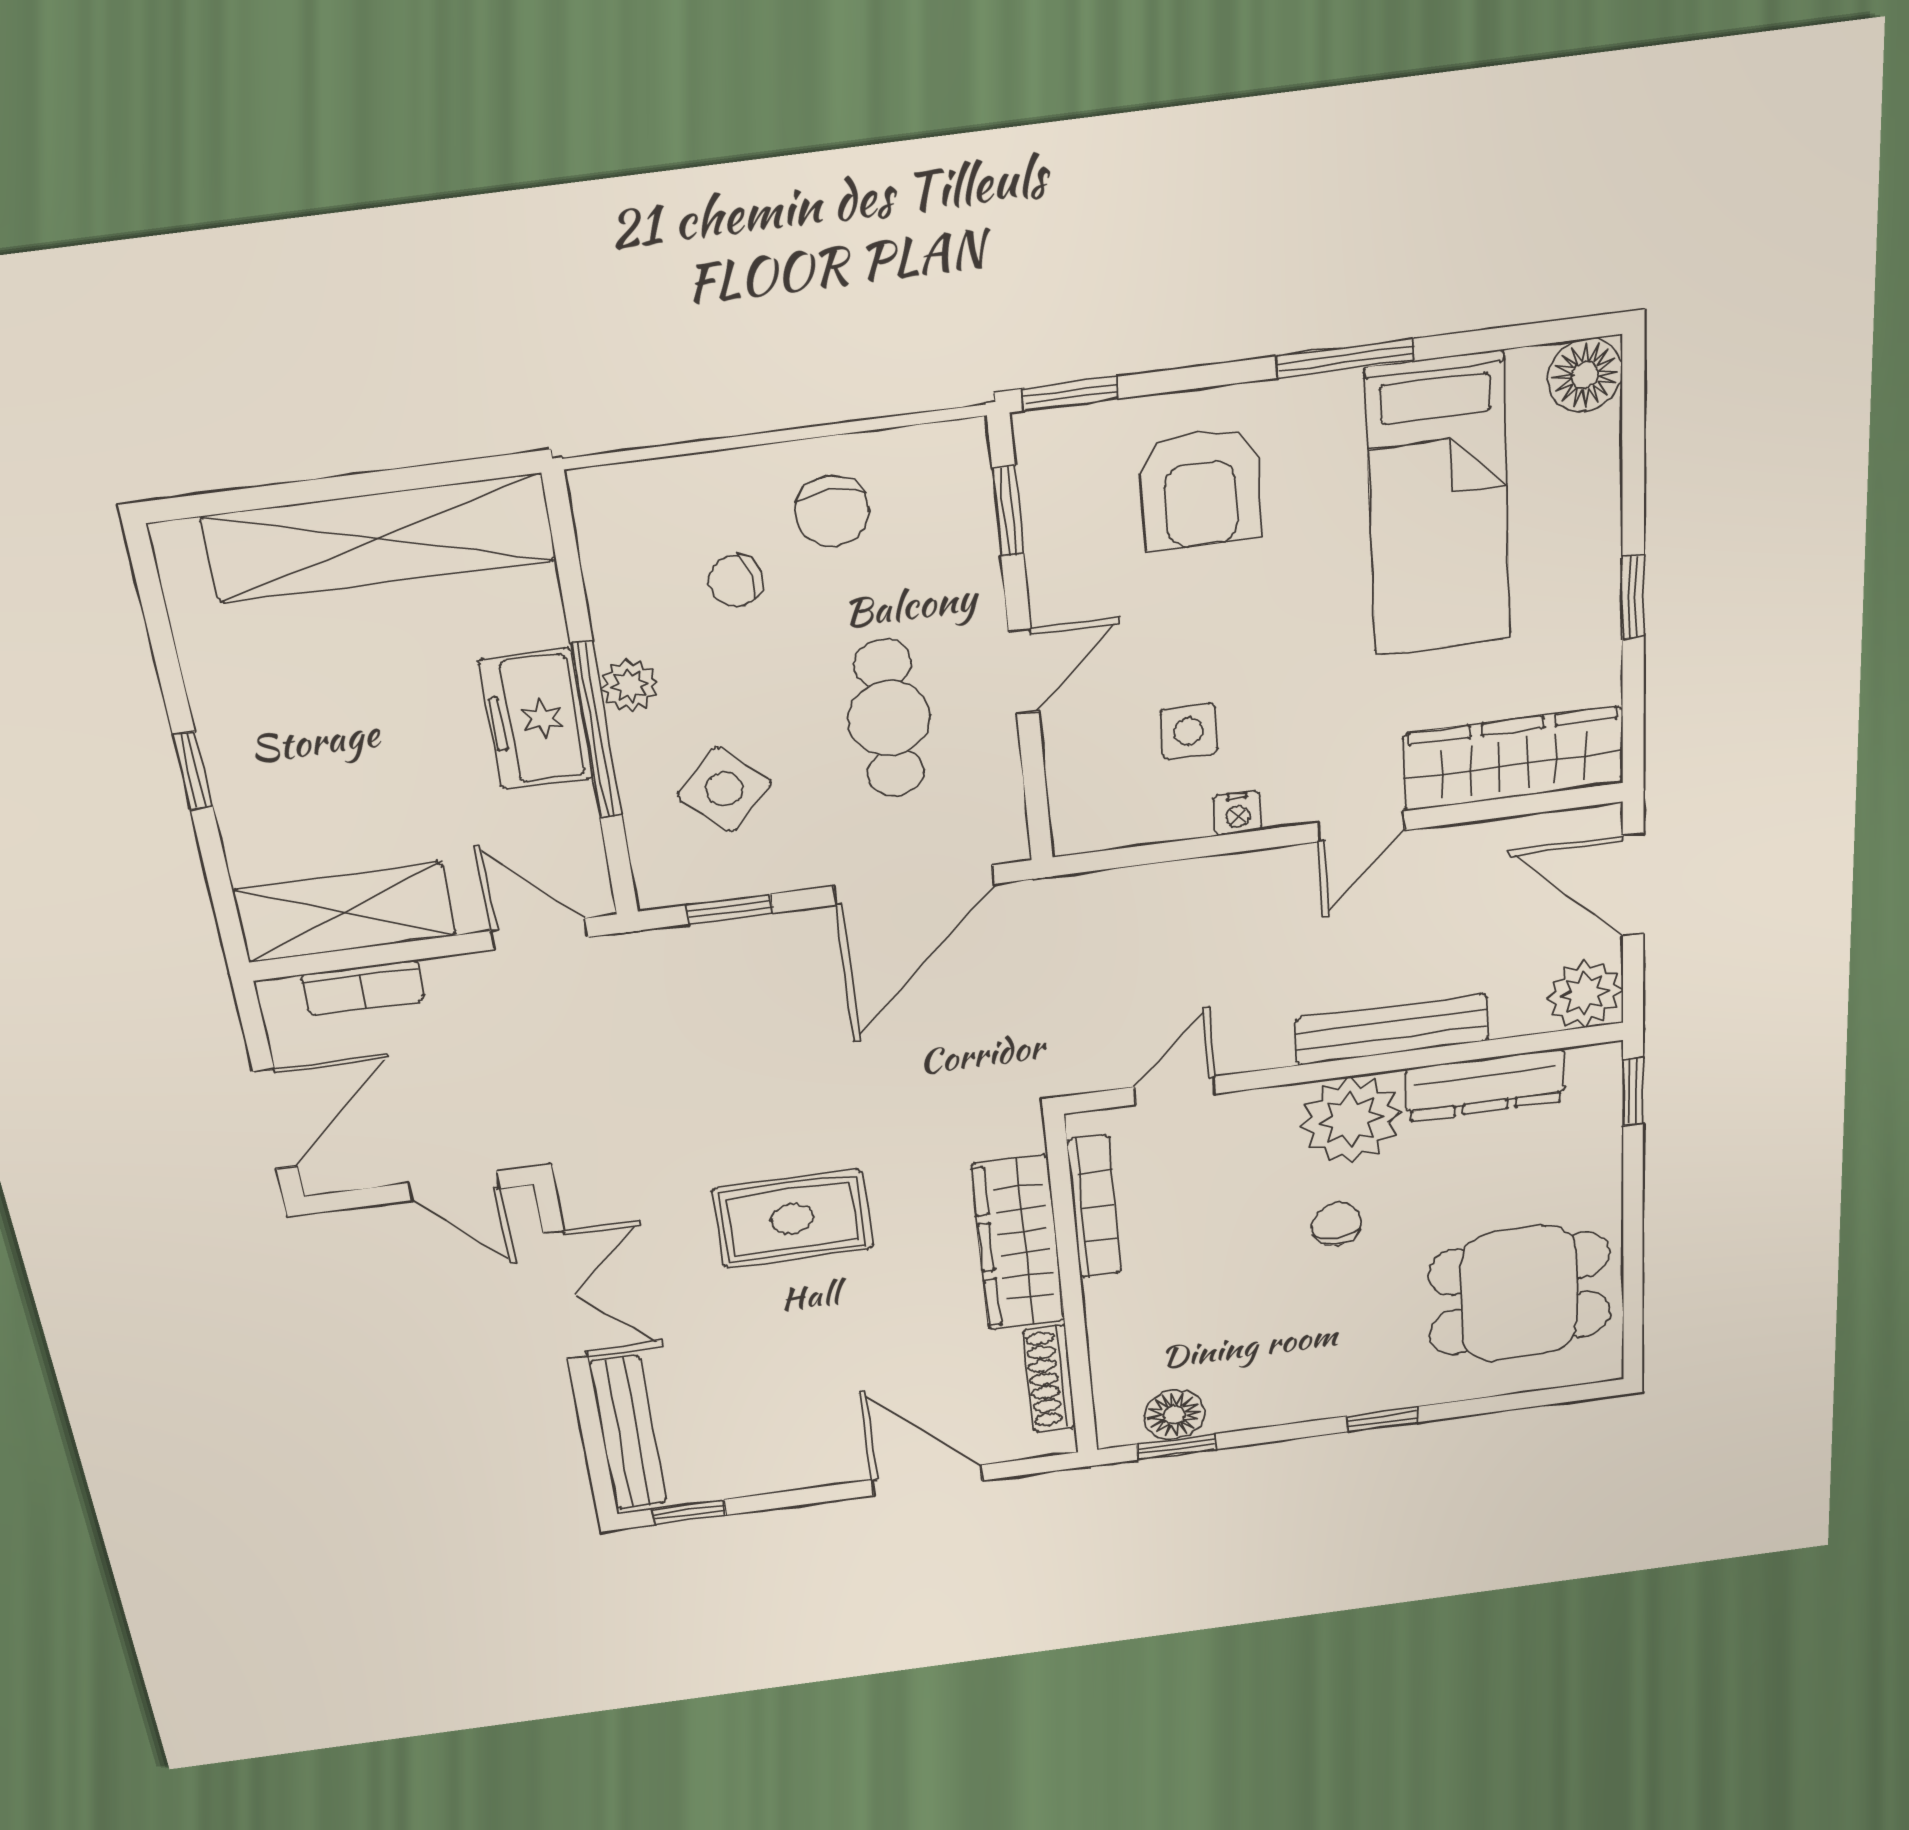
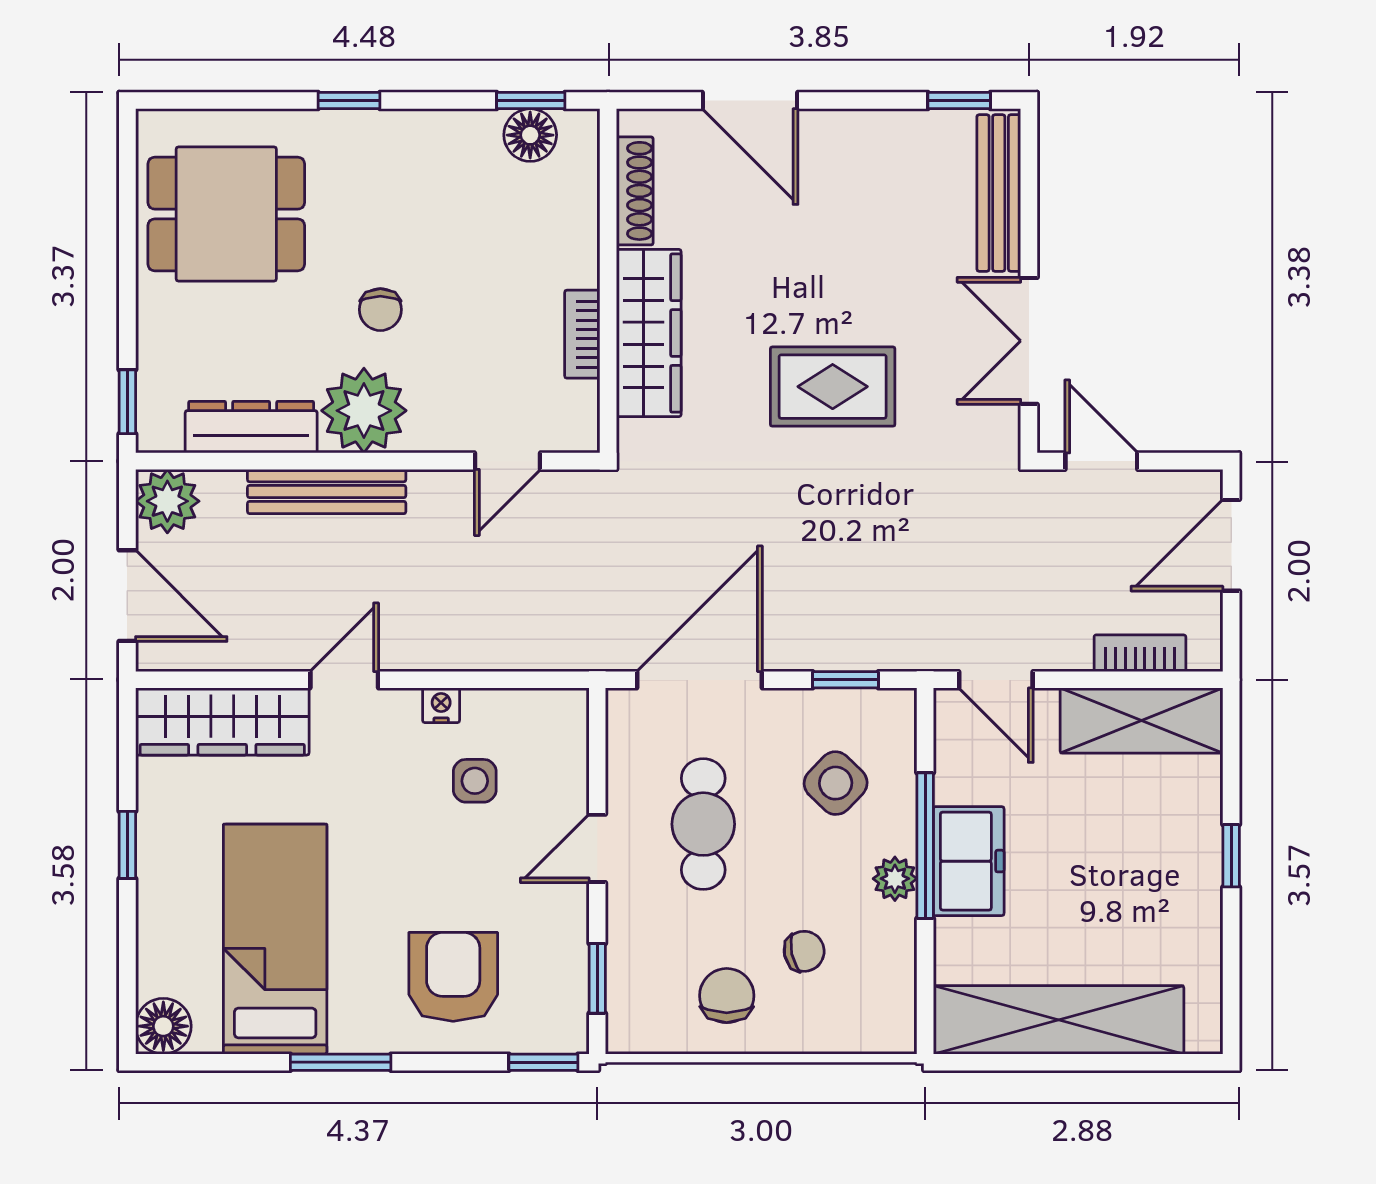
bookcase: (1094, 1207) -> (582, 334), width x0.64

